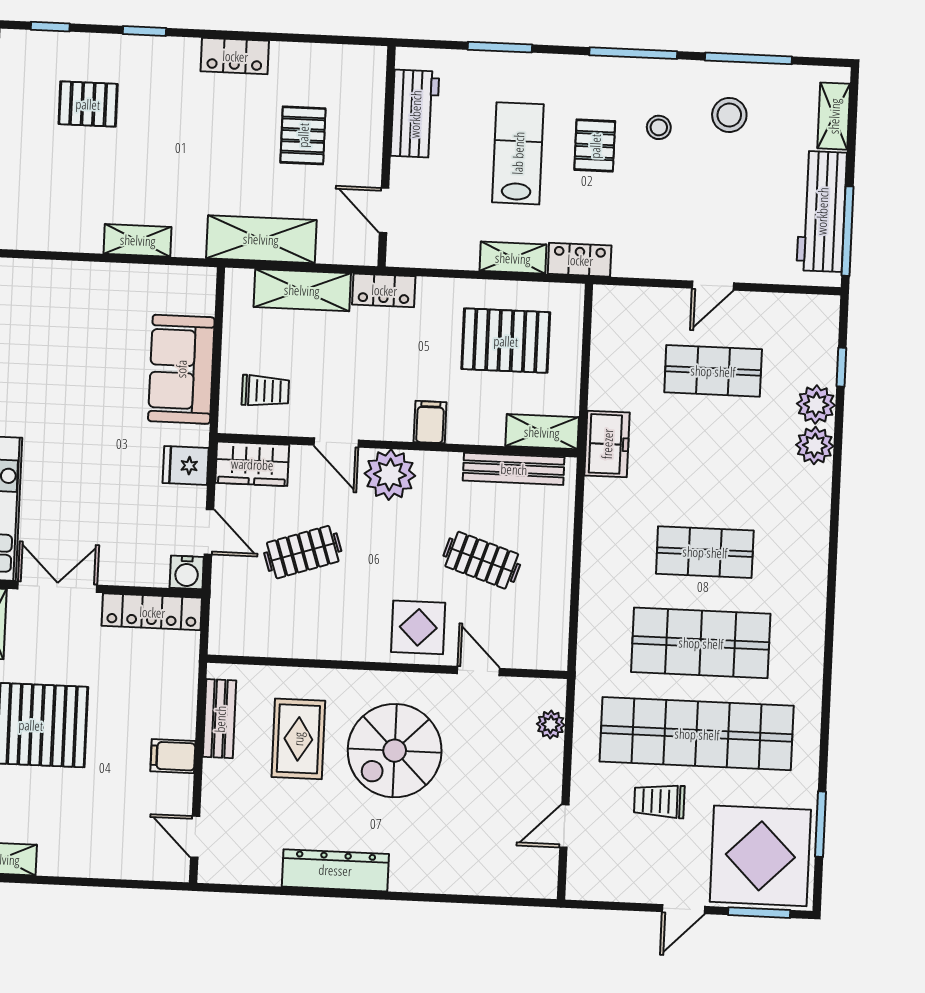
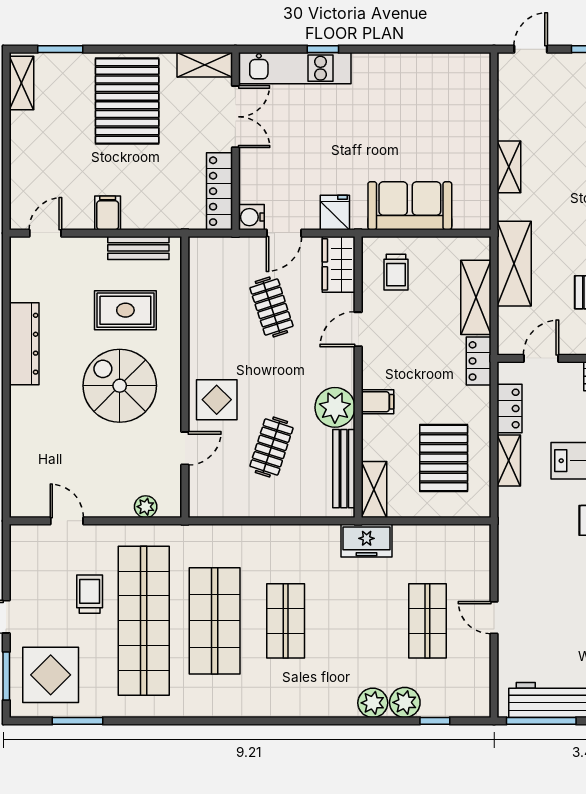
locker: (580, 260) -> (509, 409), moved
plant: (390, 475) -> (335, 407), moved
display table: (760, 856) -> (51, 675), width x0.73, depth x0.73

